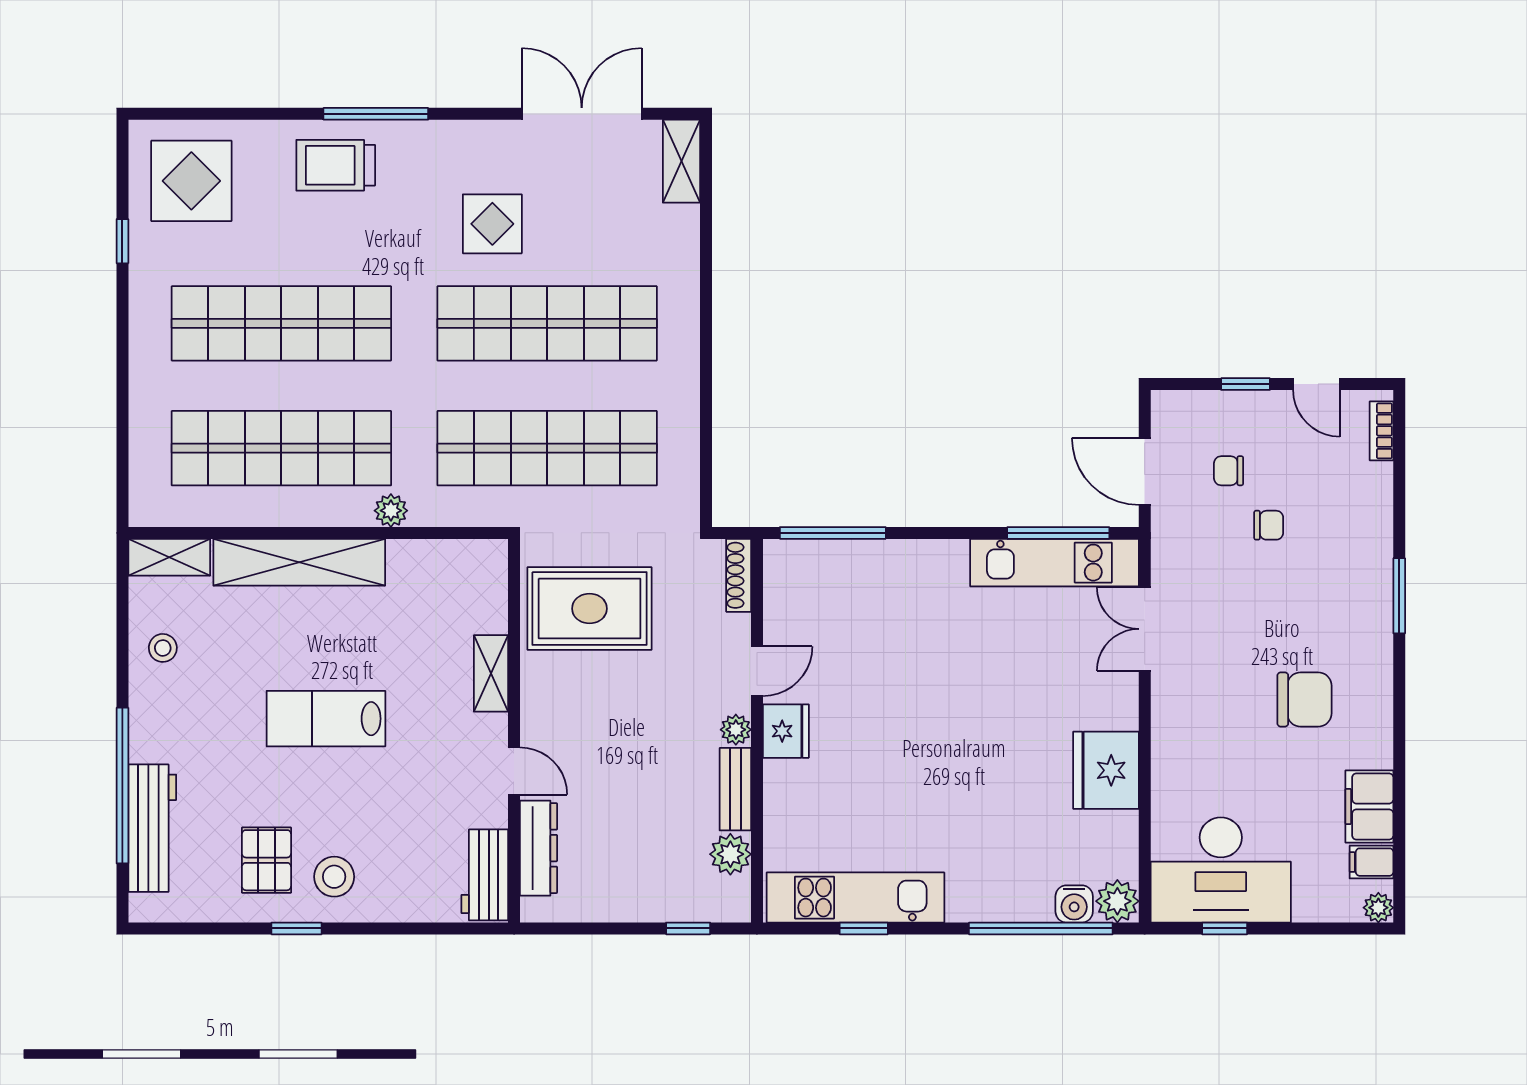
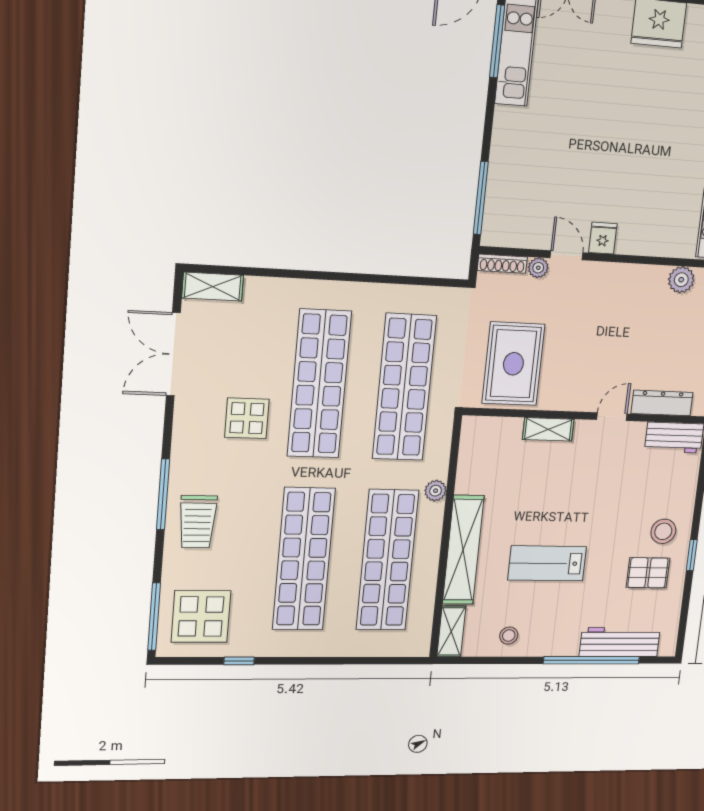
window: (191, 114) -> (154, 617), added
lab bench: (326, 719) -> (547, 563), moved, turned 90
plant: (736, 730) -> (538, 268), moved
fridge: (786, 731) -> (603, 238), width x0.72
bench: (735, 789) -> (641, 274), removed

